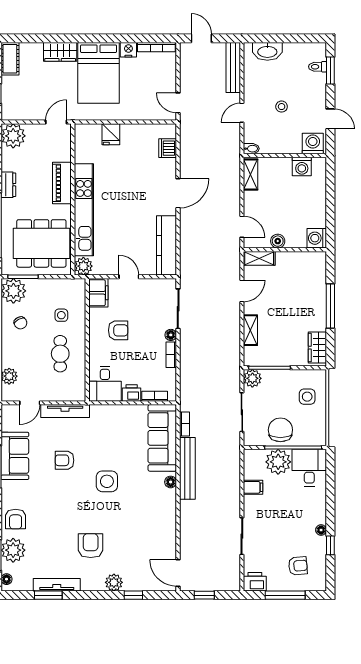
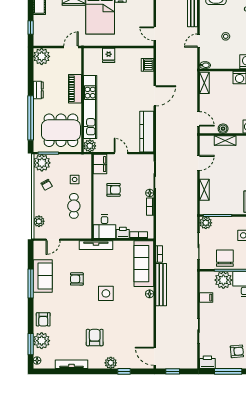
shelving: (259, 258) -> (225, 140), moved
tv unit: (65, 411) -> (96, 245), moved
window: (48, 595) -> (66, 371), removed

